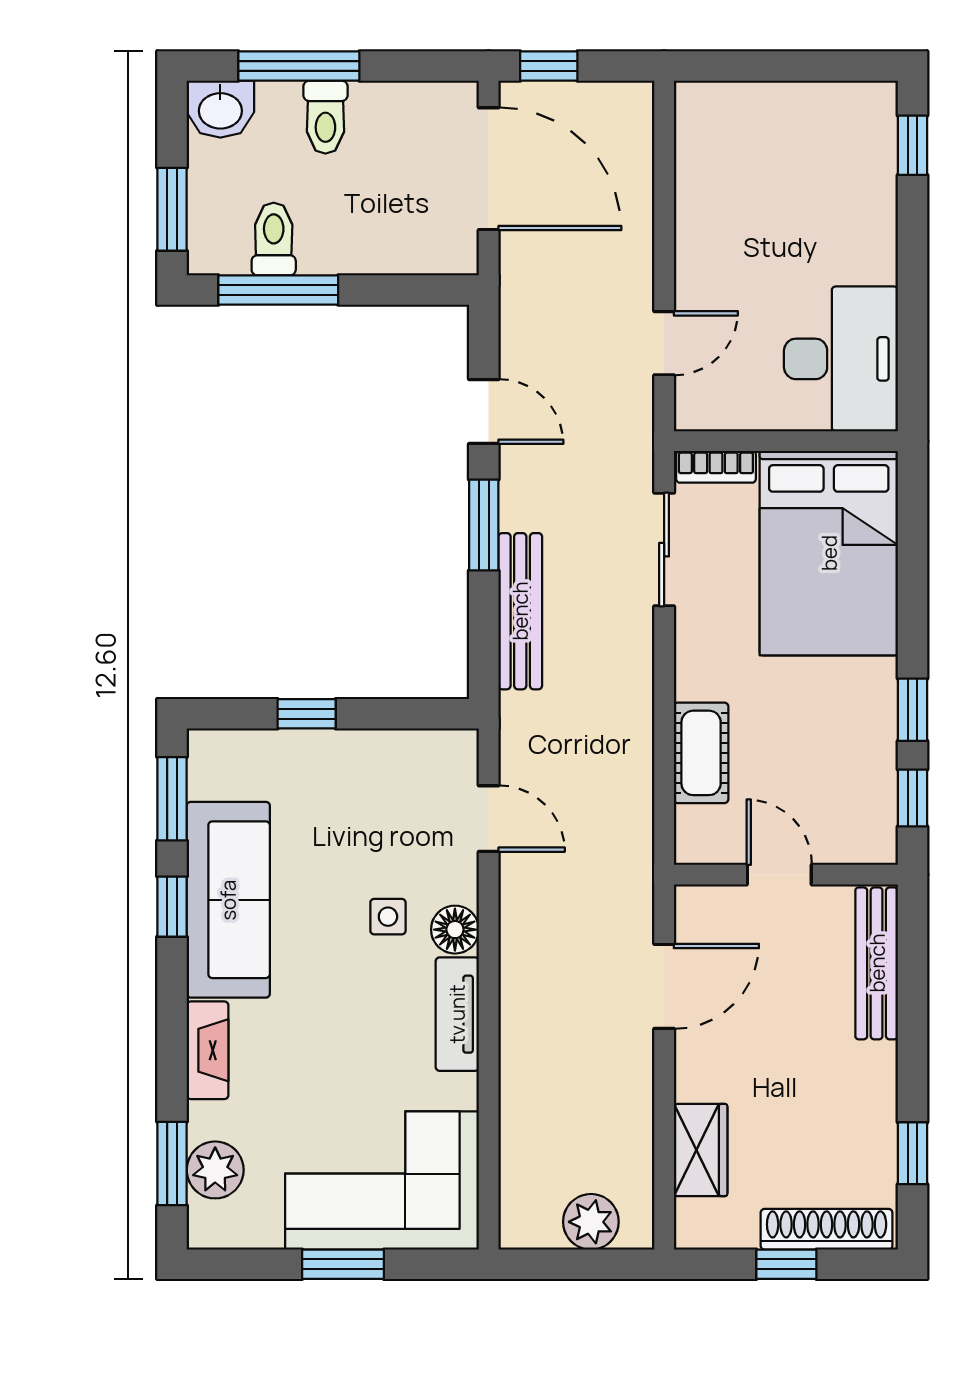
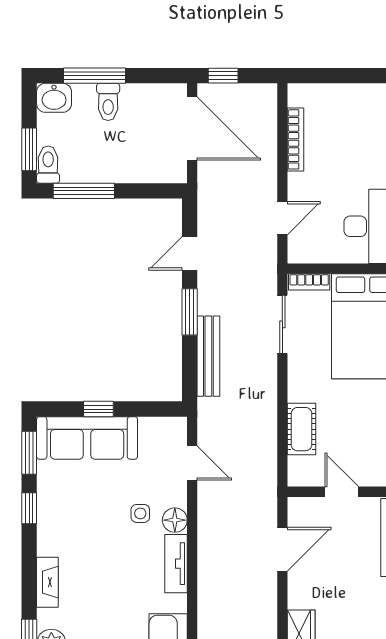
bookcase: (689, 190) -> (295, 139), added
toilet: (274, 239) -> (48, 165), moved
door: (484, 411) -> (190, 253), swing flipped
sofa: (228, 900) -> (87, 438), moved, turned 90

